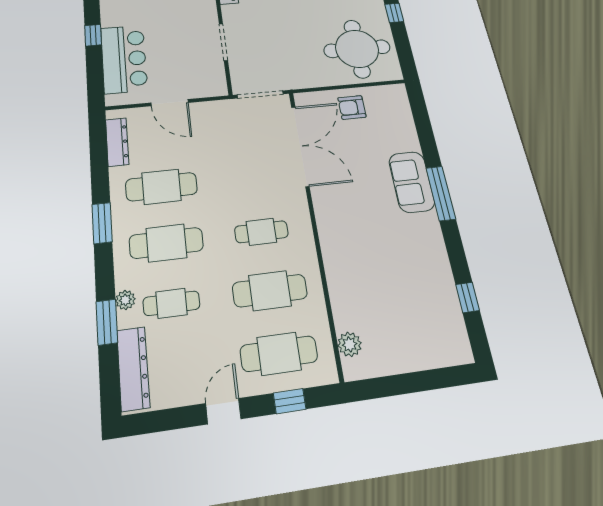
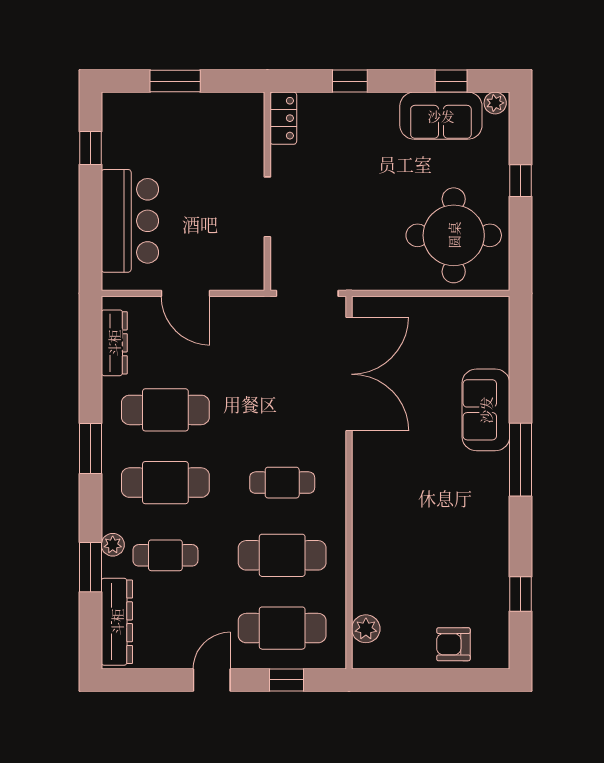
window: (93, 35) -> (90, 148), moved
armchair: (352, 107) -> (453, 644), moved
sofa: (412, 182) -> (486, 410), moved

